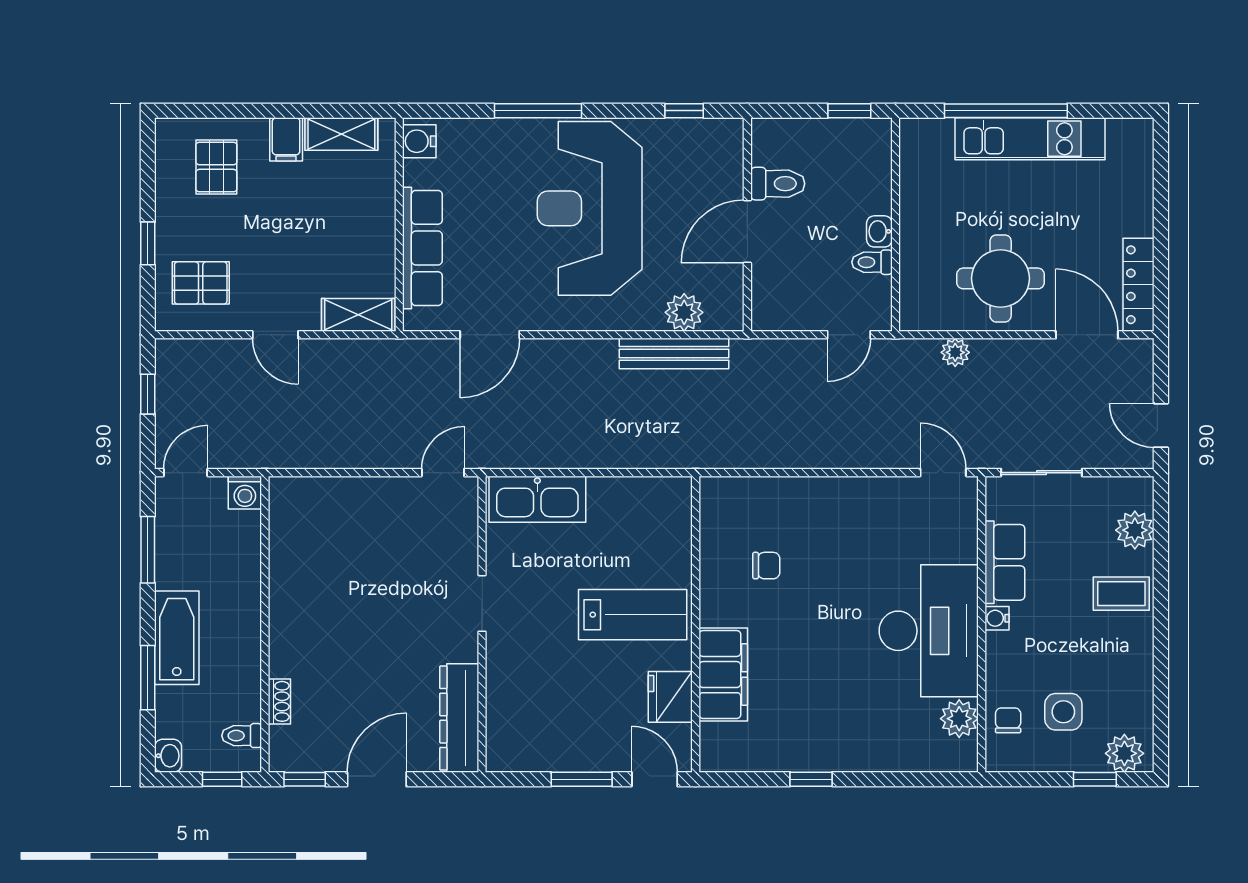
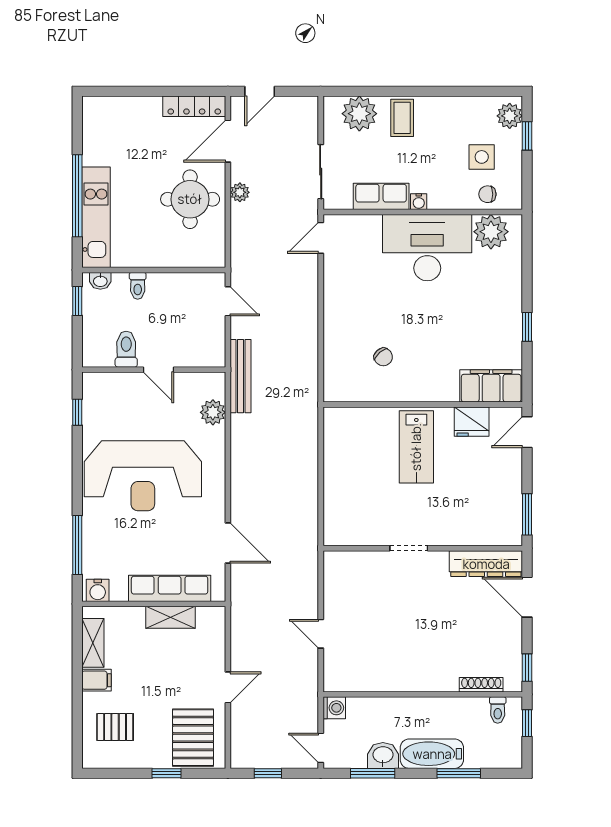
window: (538, 111) -> (77, 545), moved
kitchen unit: (1030, 139) -> (96, 217), moved
washbasin: (879, 231) -> (100, 281), moved
door: (747, 232) -> (158, 370), width x0.73
toilet: (872, 262) -> (138, 286), moved
pallet: (201, 283) -> (193, 738), width x1.50, depth x1.42
shelving: (358, 315) -> (170, 617), moved, turned 90
plant: (955, 352) -> (240, 192), moved
bench: (674, 353) -> (241, 376), moved
door: (1161, 425) -> (260, 91), moved
door: (443, 473) -> (321, 634), moved
kitchen sink: (537, 499) -> (339, 511), removed
plant: (1135, 530) -> (359, 114), width x1.36, depth x1.36
chair: (766, 566) -> (383, 357), turned 138
lab bench: (633, 615) -> (416, 447), turned 180
filing cabinet: (723, 675) -> (491, 386), moved
shoe rack: (279, 701) -> (481, 685), width x1.43
plant: (959, 719) -> (491, 232), width x1.36, depth x1.36
washbasin: (168, 756) -> (383, 756), moved, width x1.38, depth x1.45
door: (377, 779) -> (527, 597), moved
window: (582, 779) -> (527, 514), moved

